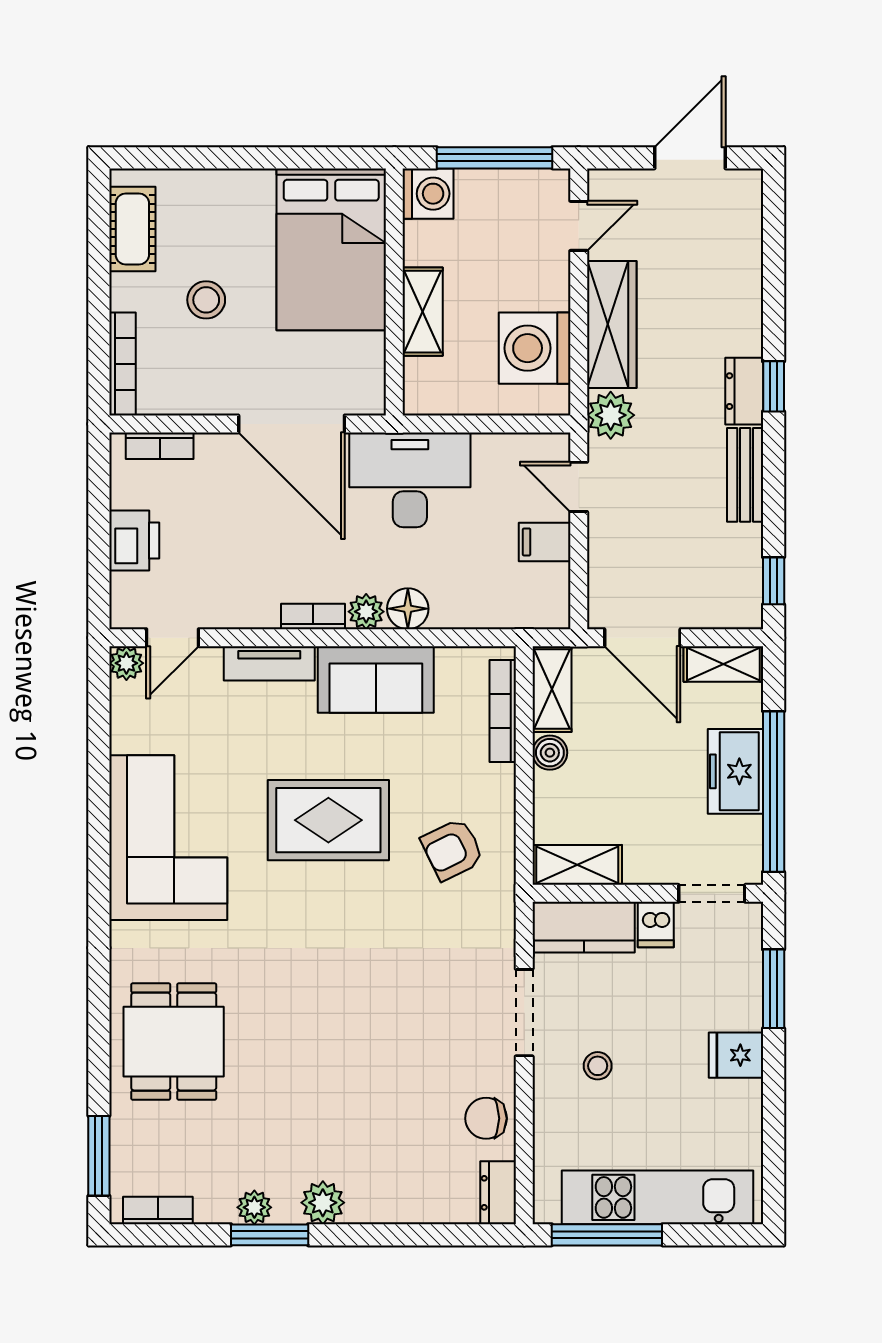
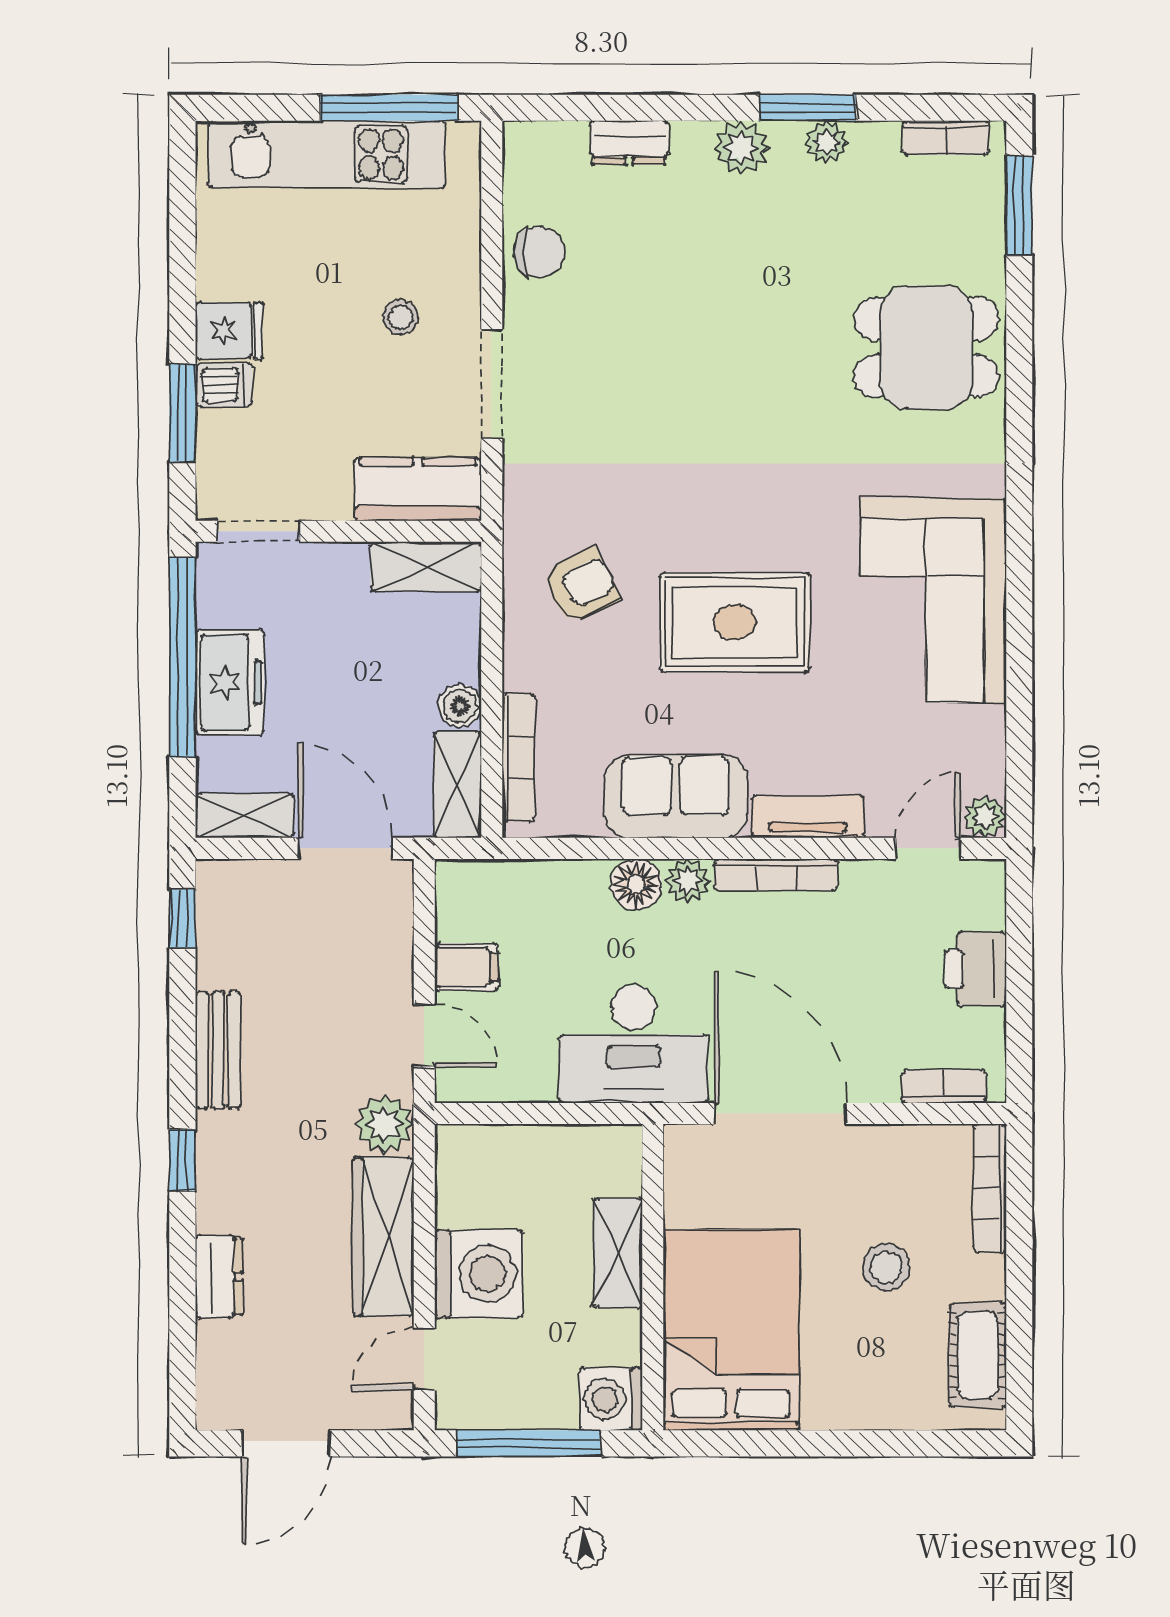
washing machine: (535, 348) -> (479, 1274), moved
dresser: (744, 391) -> (219, 1276), moved
bookcase: (313, 617) -> (776, 875), width x1.56
dishwasher: (656, 925) -> (224, 385), moved, turned 90
dining table: (174, 1042) -> (926, 347), turned 90
dresser: (498, 1193) -> (629, 143), moved, turned 90

